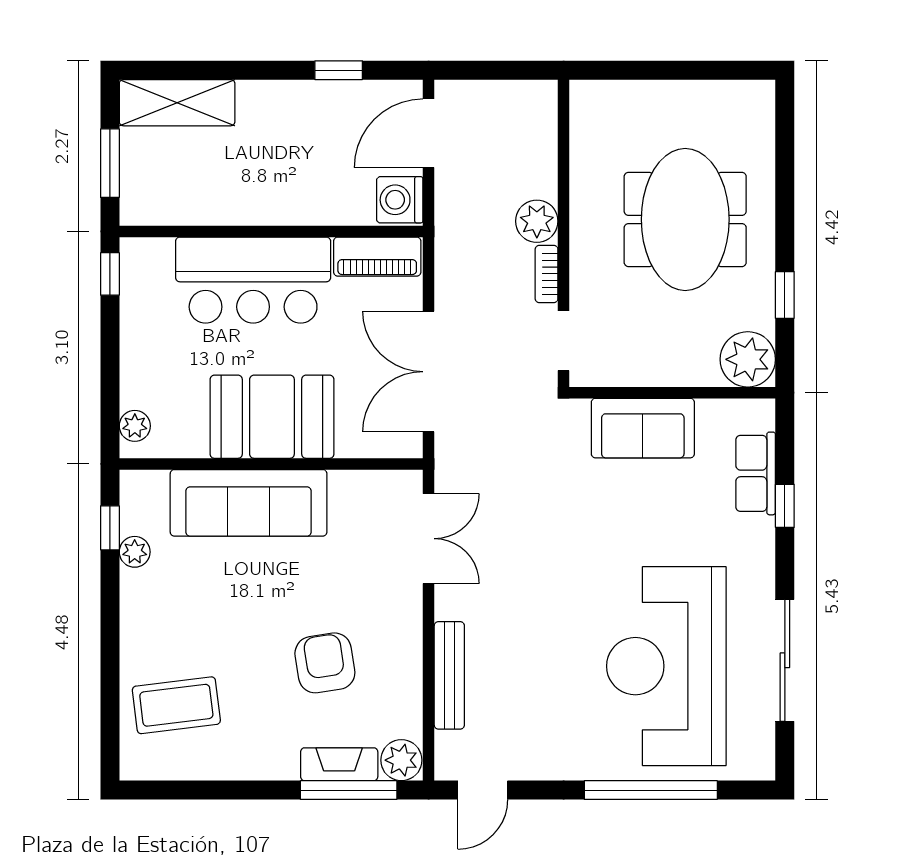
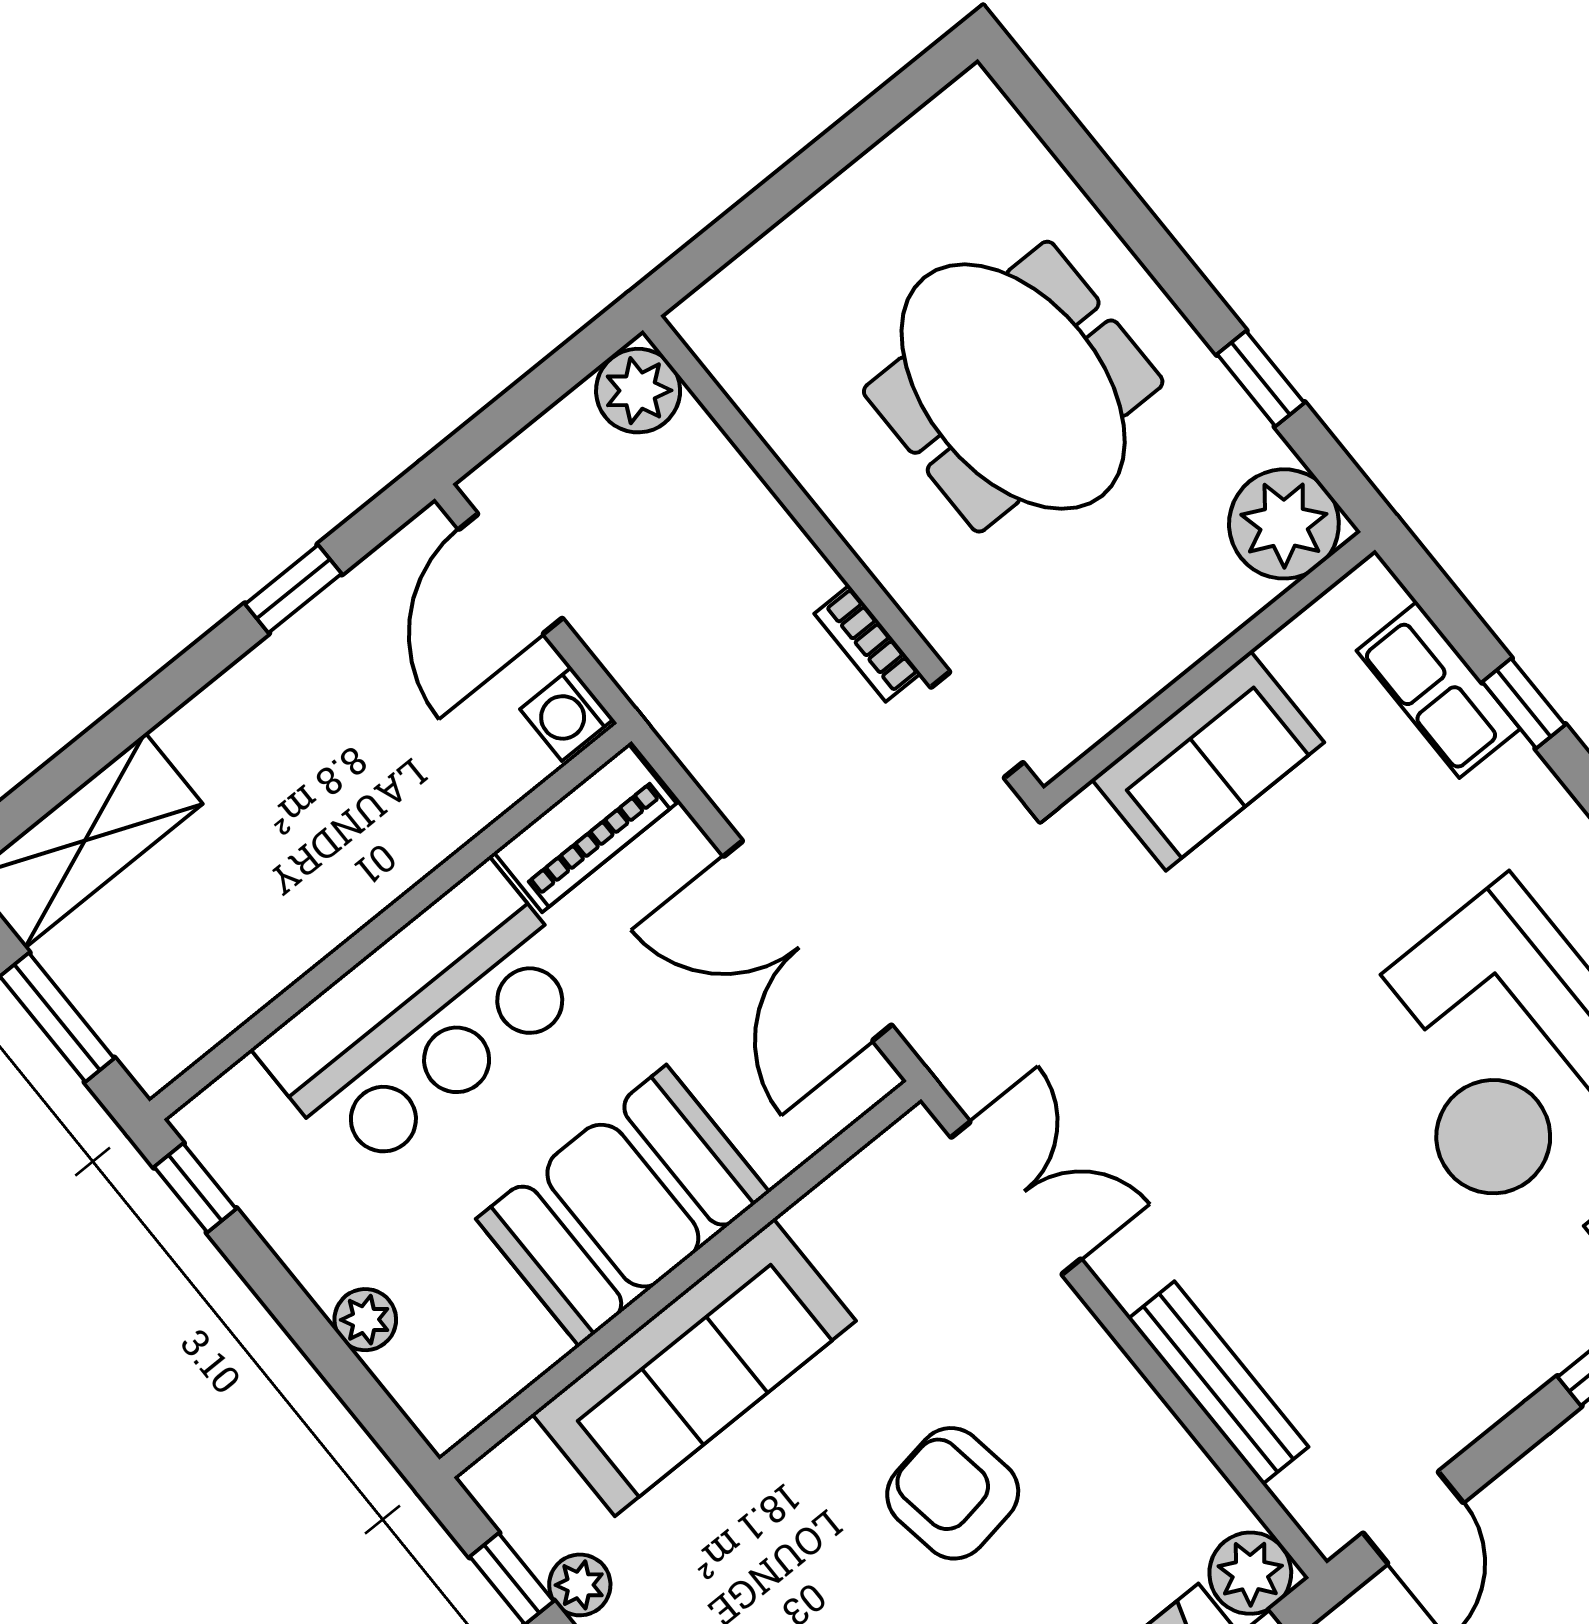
washing machine: (400, 200) -> (567, 714), width x0.73, depth x0.73
plant: (537, 221) -> (638, 391), moved
plant: (135, 426) -> (365, 1320), moved
armchair: (325, 663) -> (953, 1493), moved

